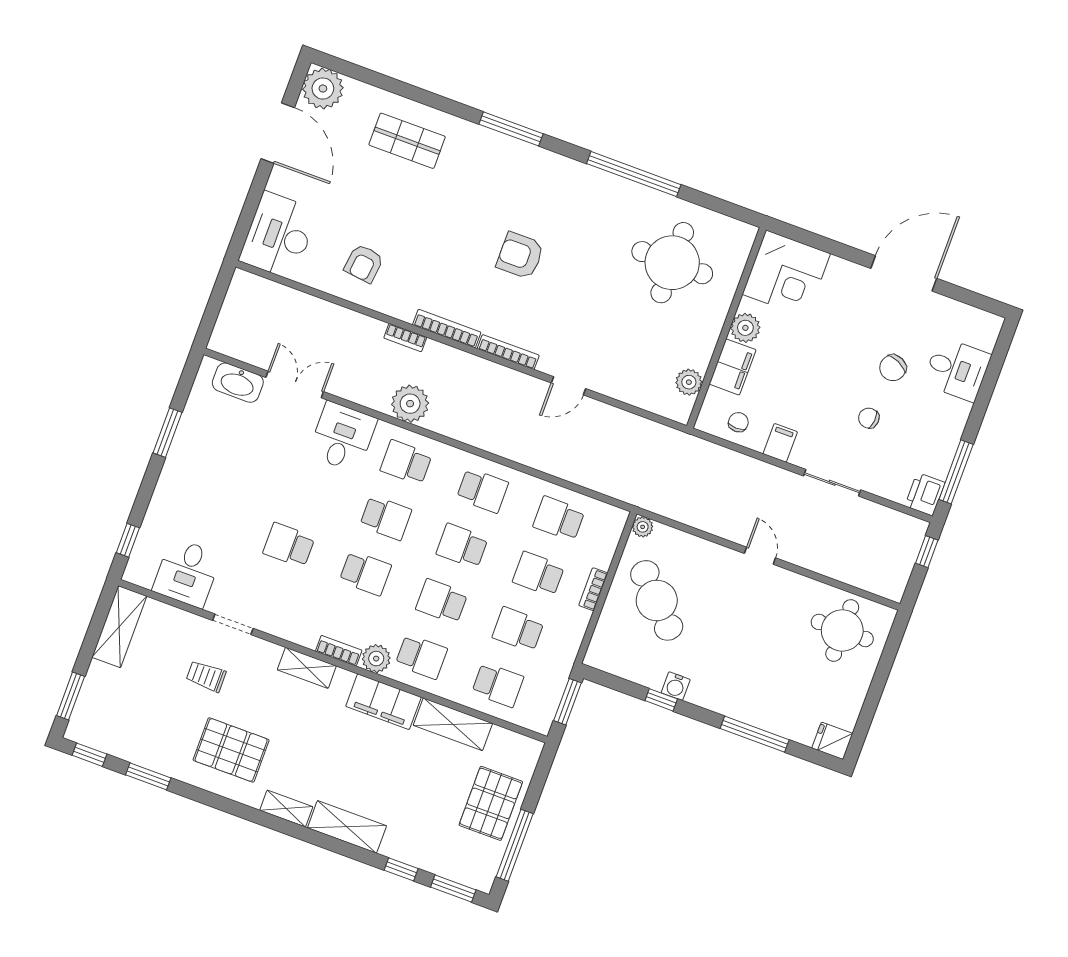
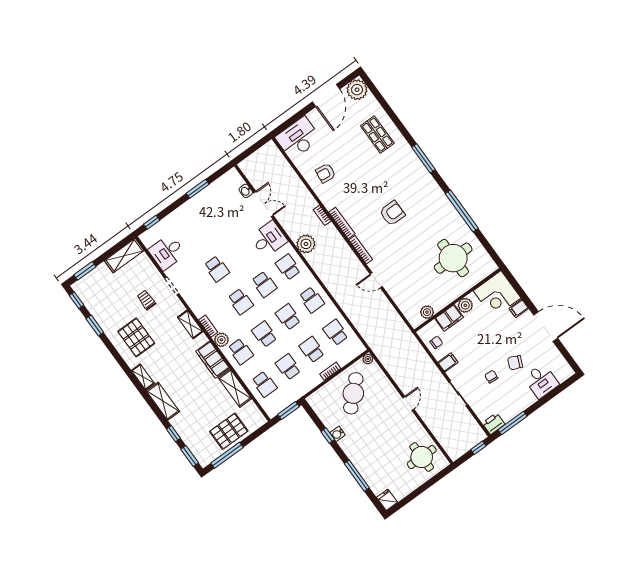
armchair: (520, 255) -> (392, 213), turned 90
filing cabinet: (838, 273) -> (519, 308), added
washbasin: (238, 383) -> (246, 191), width x0.52, depth x0.69
school desk: (289, 545) -> (217, 269), turned 180

